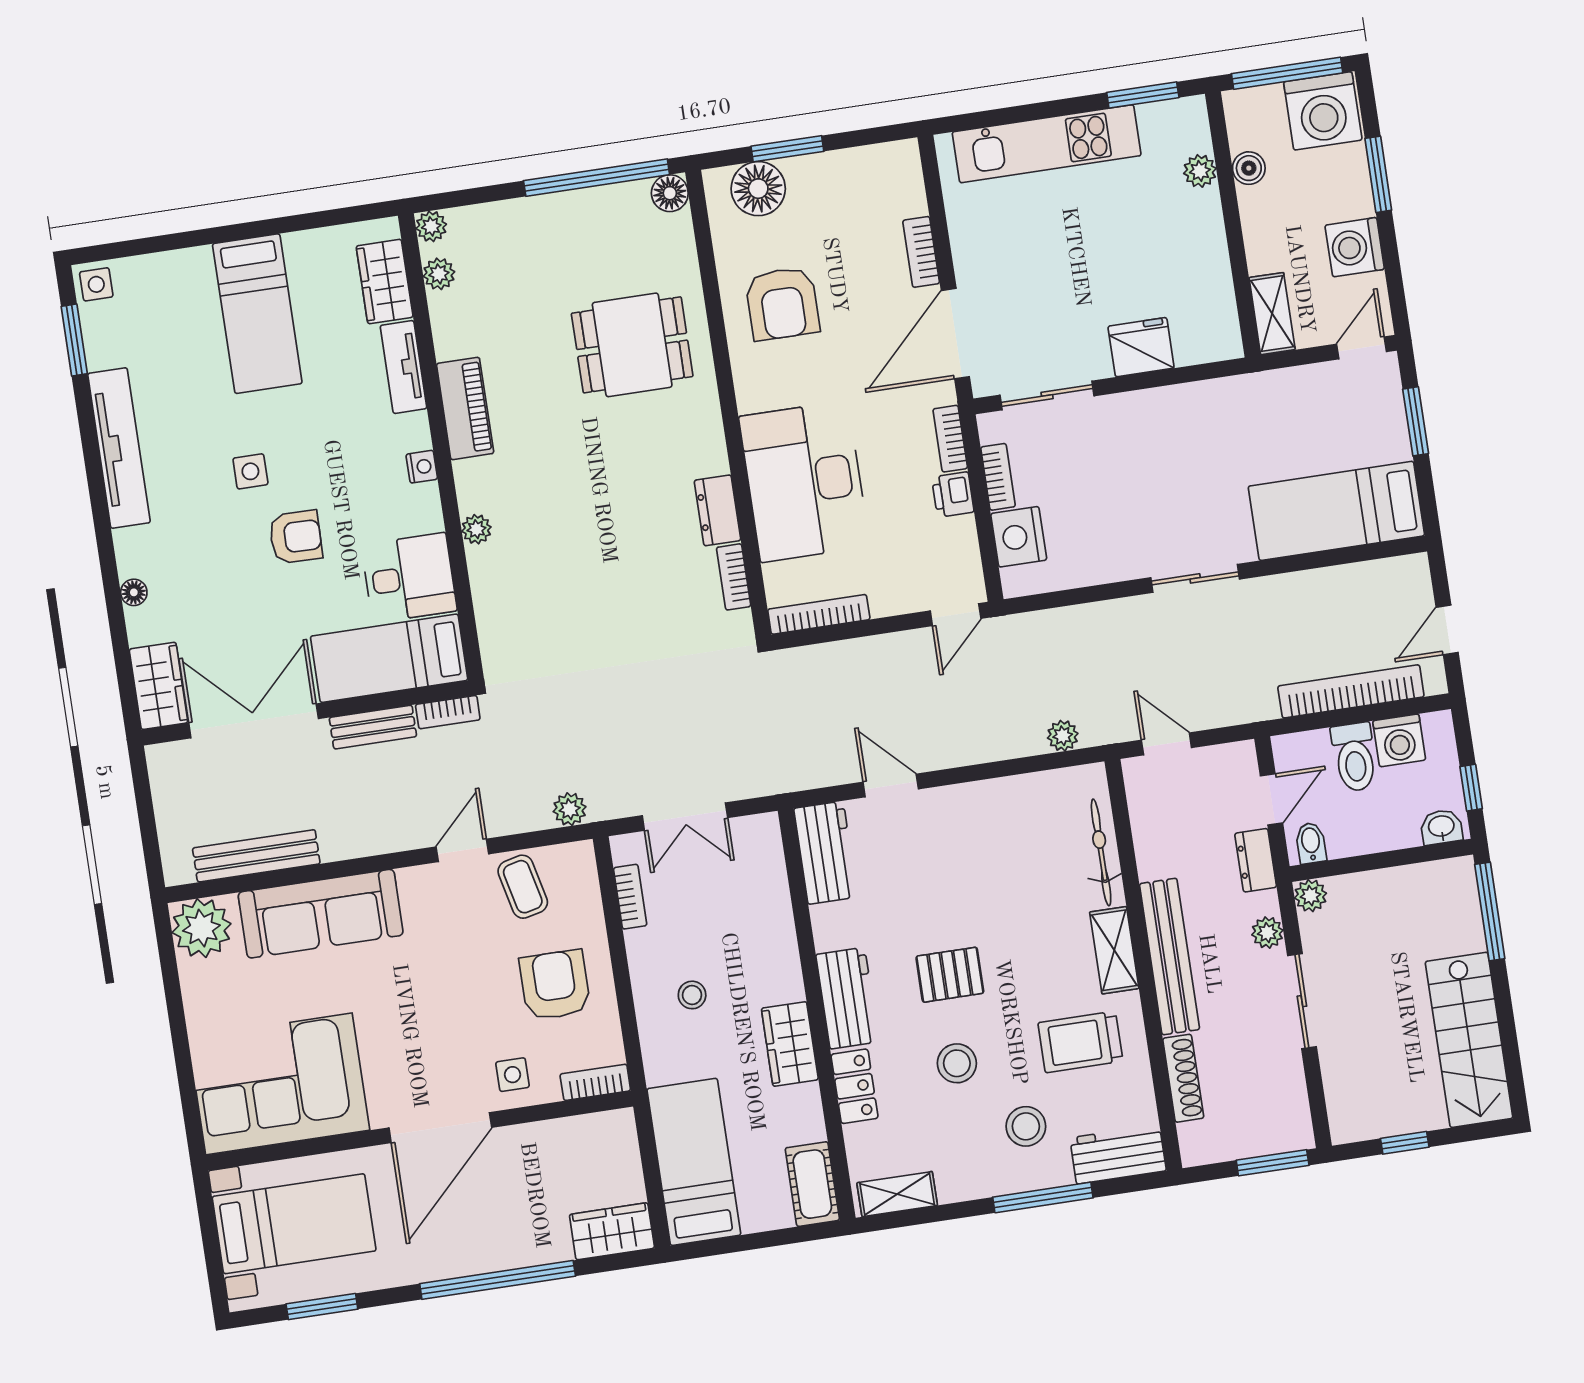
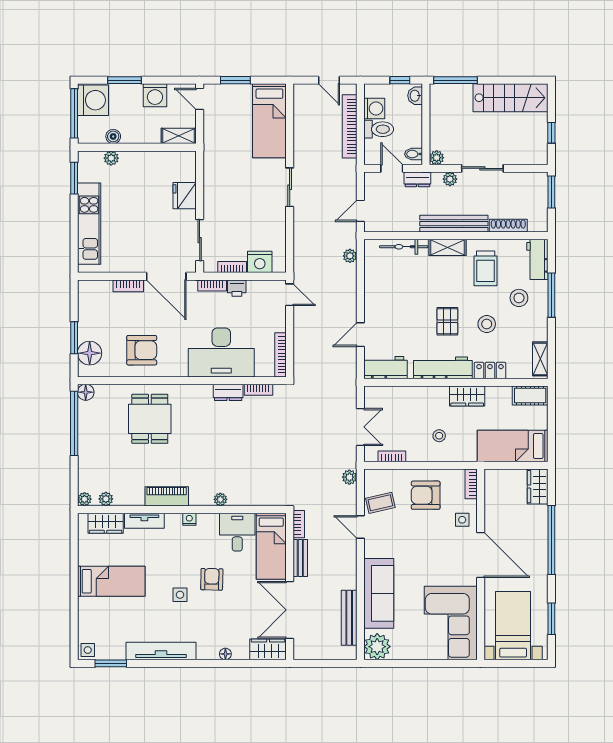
workbench: (847, 998) -> (443, 368), width x1.38

